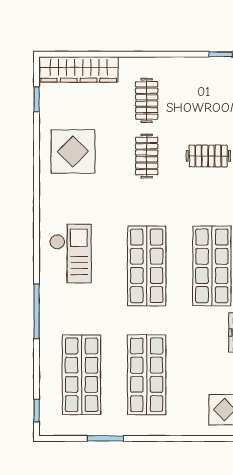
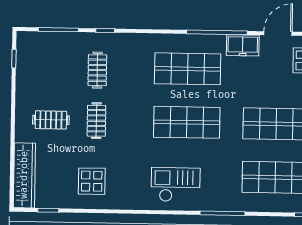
display table: (73, 151) -> (92, 181), width x0.73, depth x0.73
clothes rail: (147, 156) -> (96, 121), turned 90

